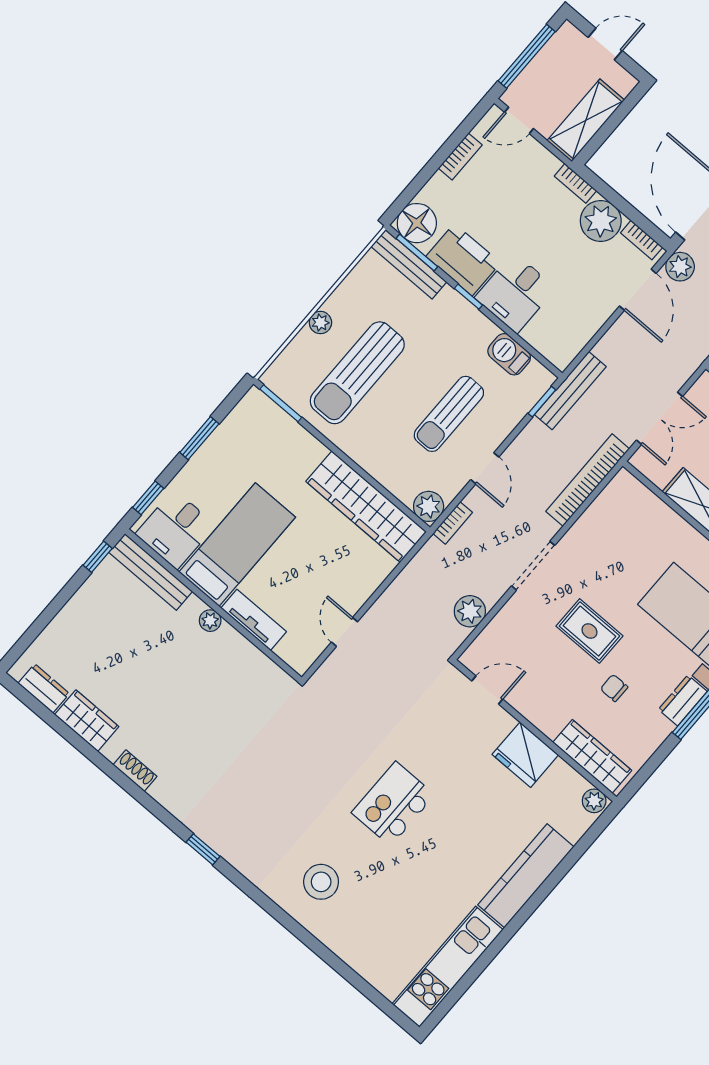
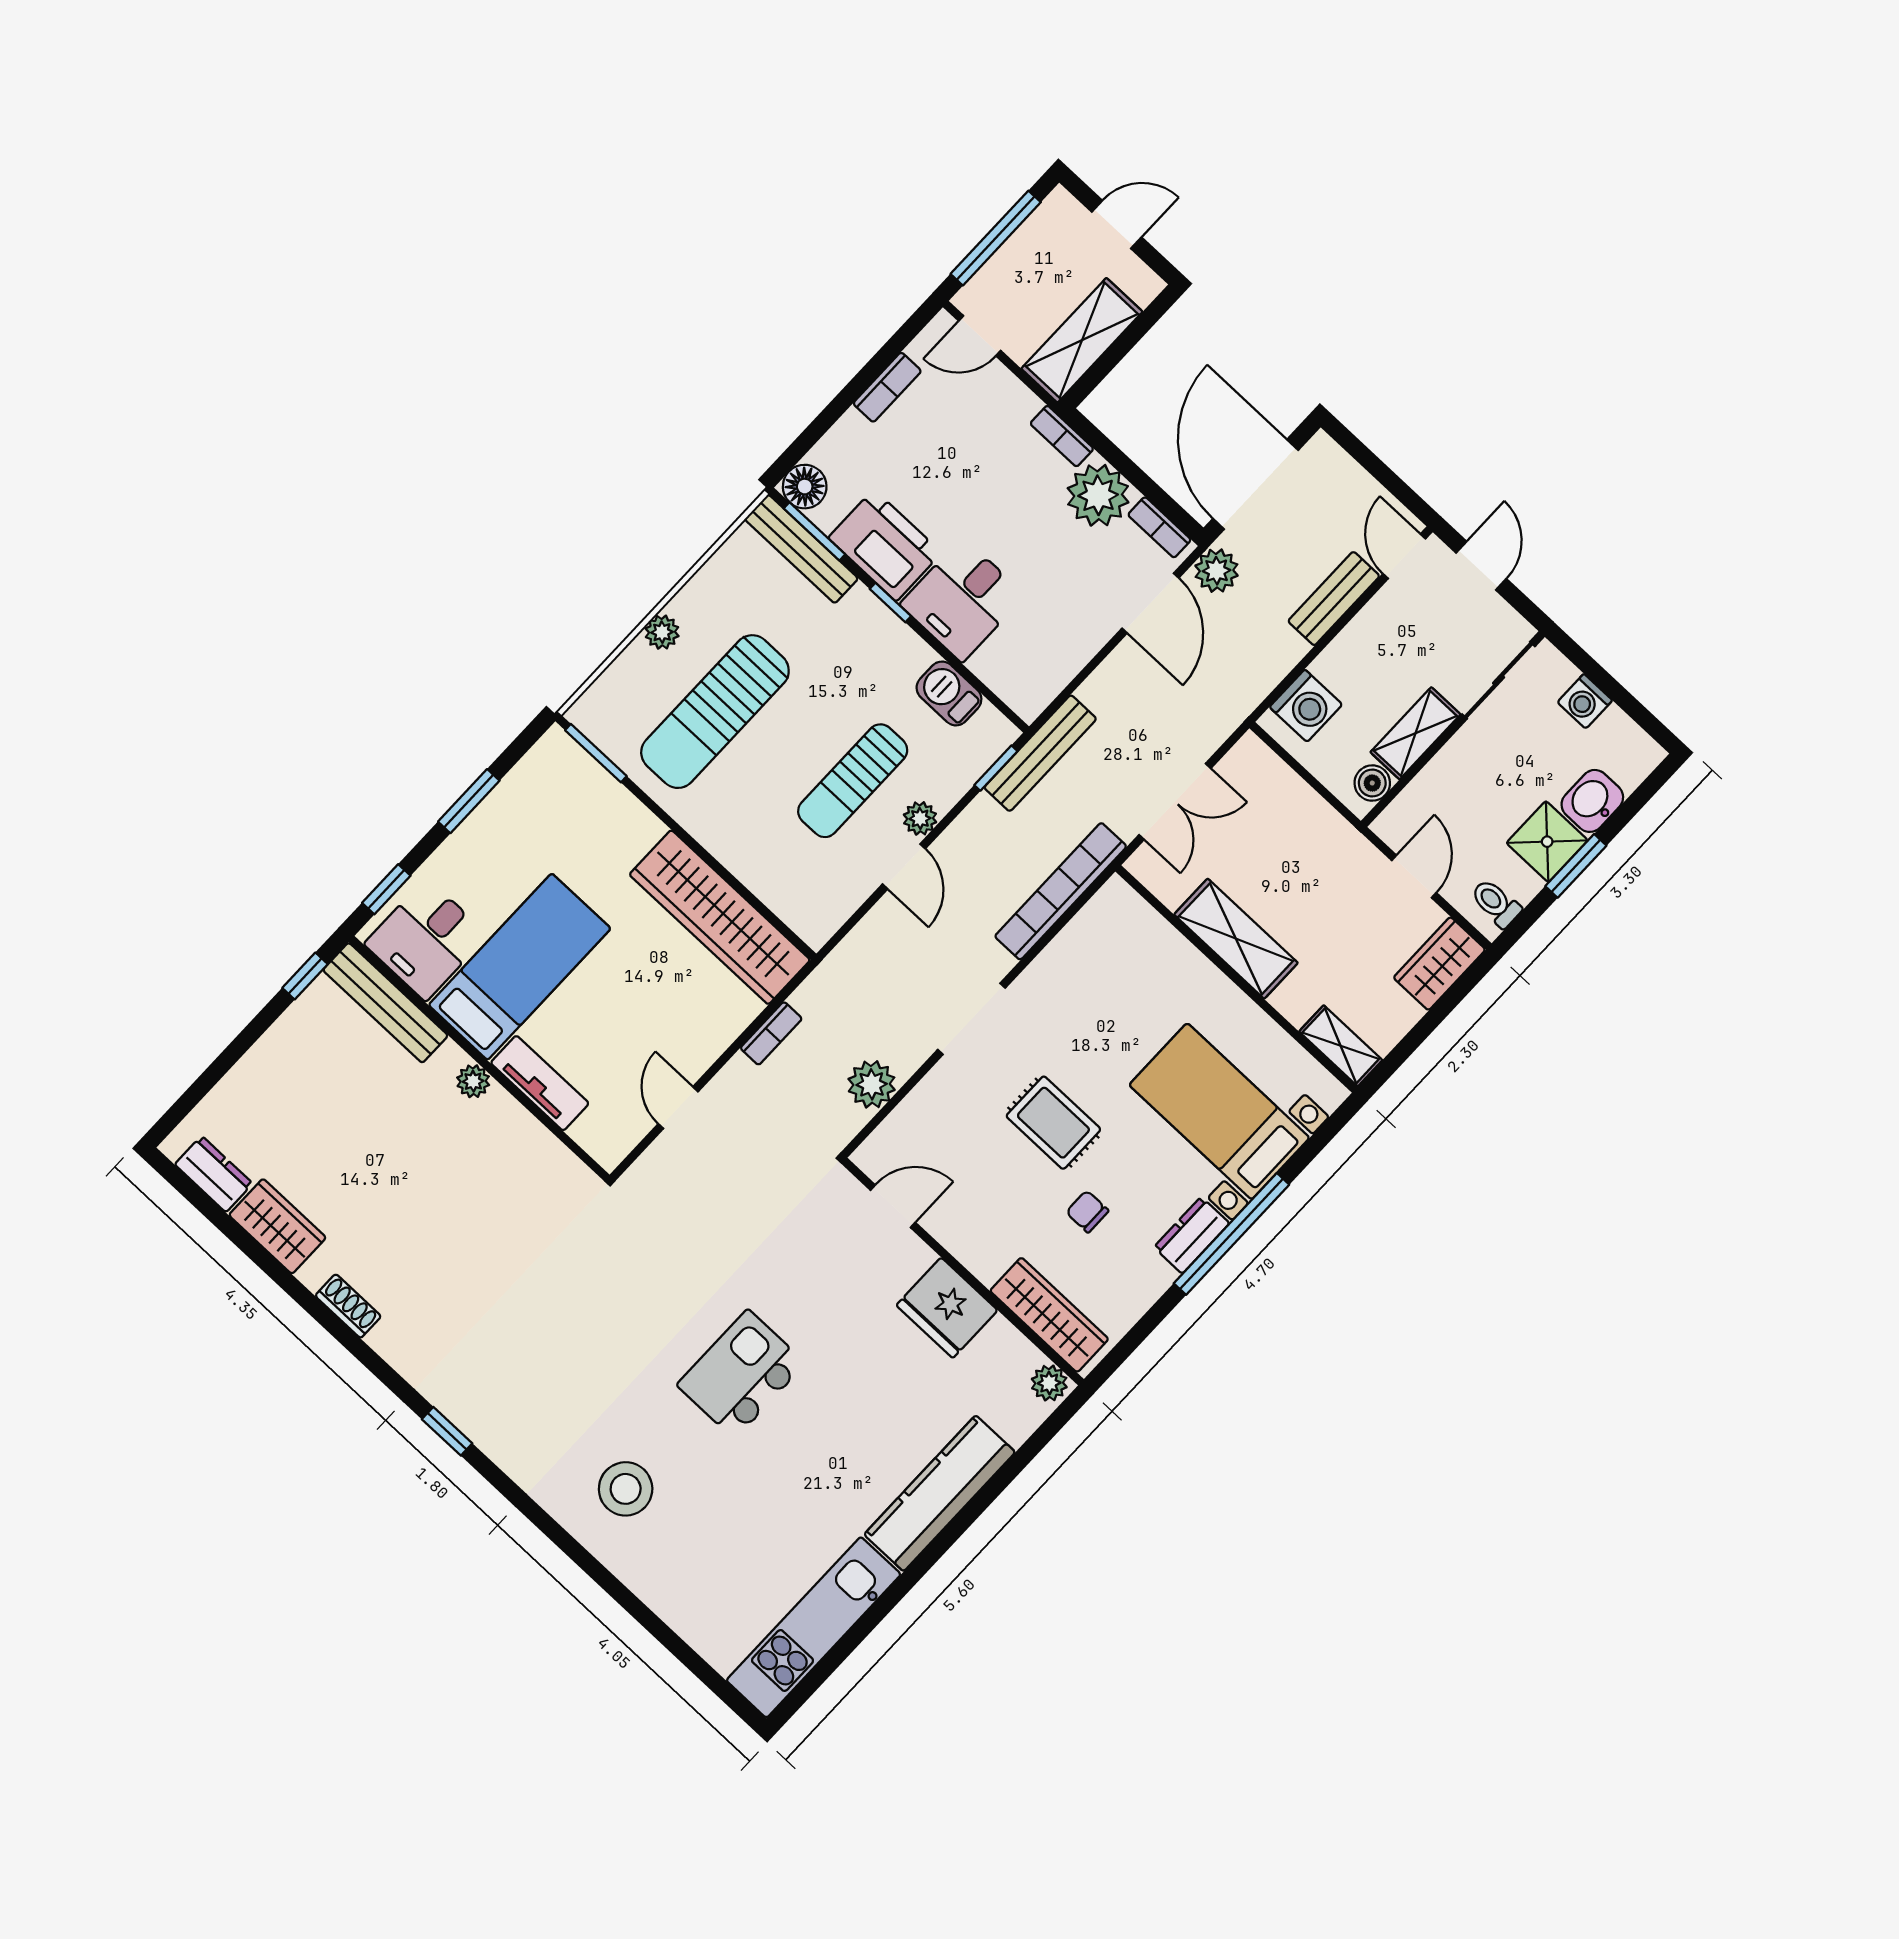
floor lamp: (417, 223) -> (805, 487), width x0.73, depth x0.73
plant: (429, 506) -> (920, 818), moved, width x0.73, depth x0.73
bookcase: (453, 523) -> (771, 1033), moved

